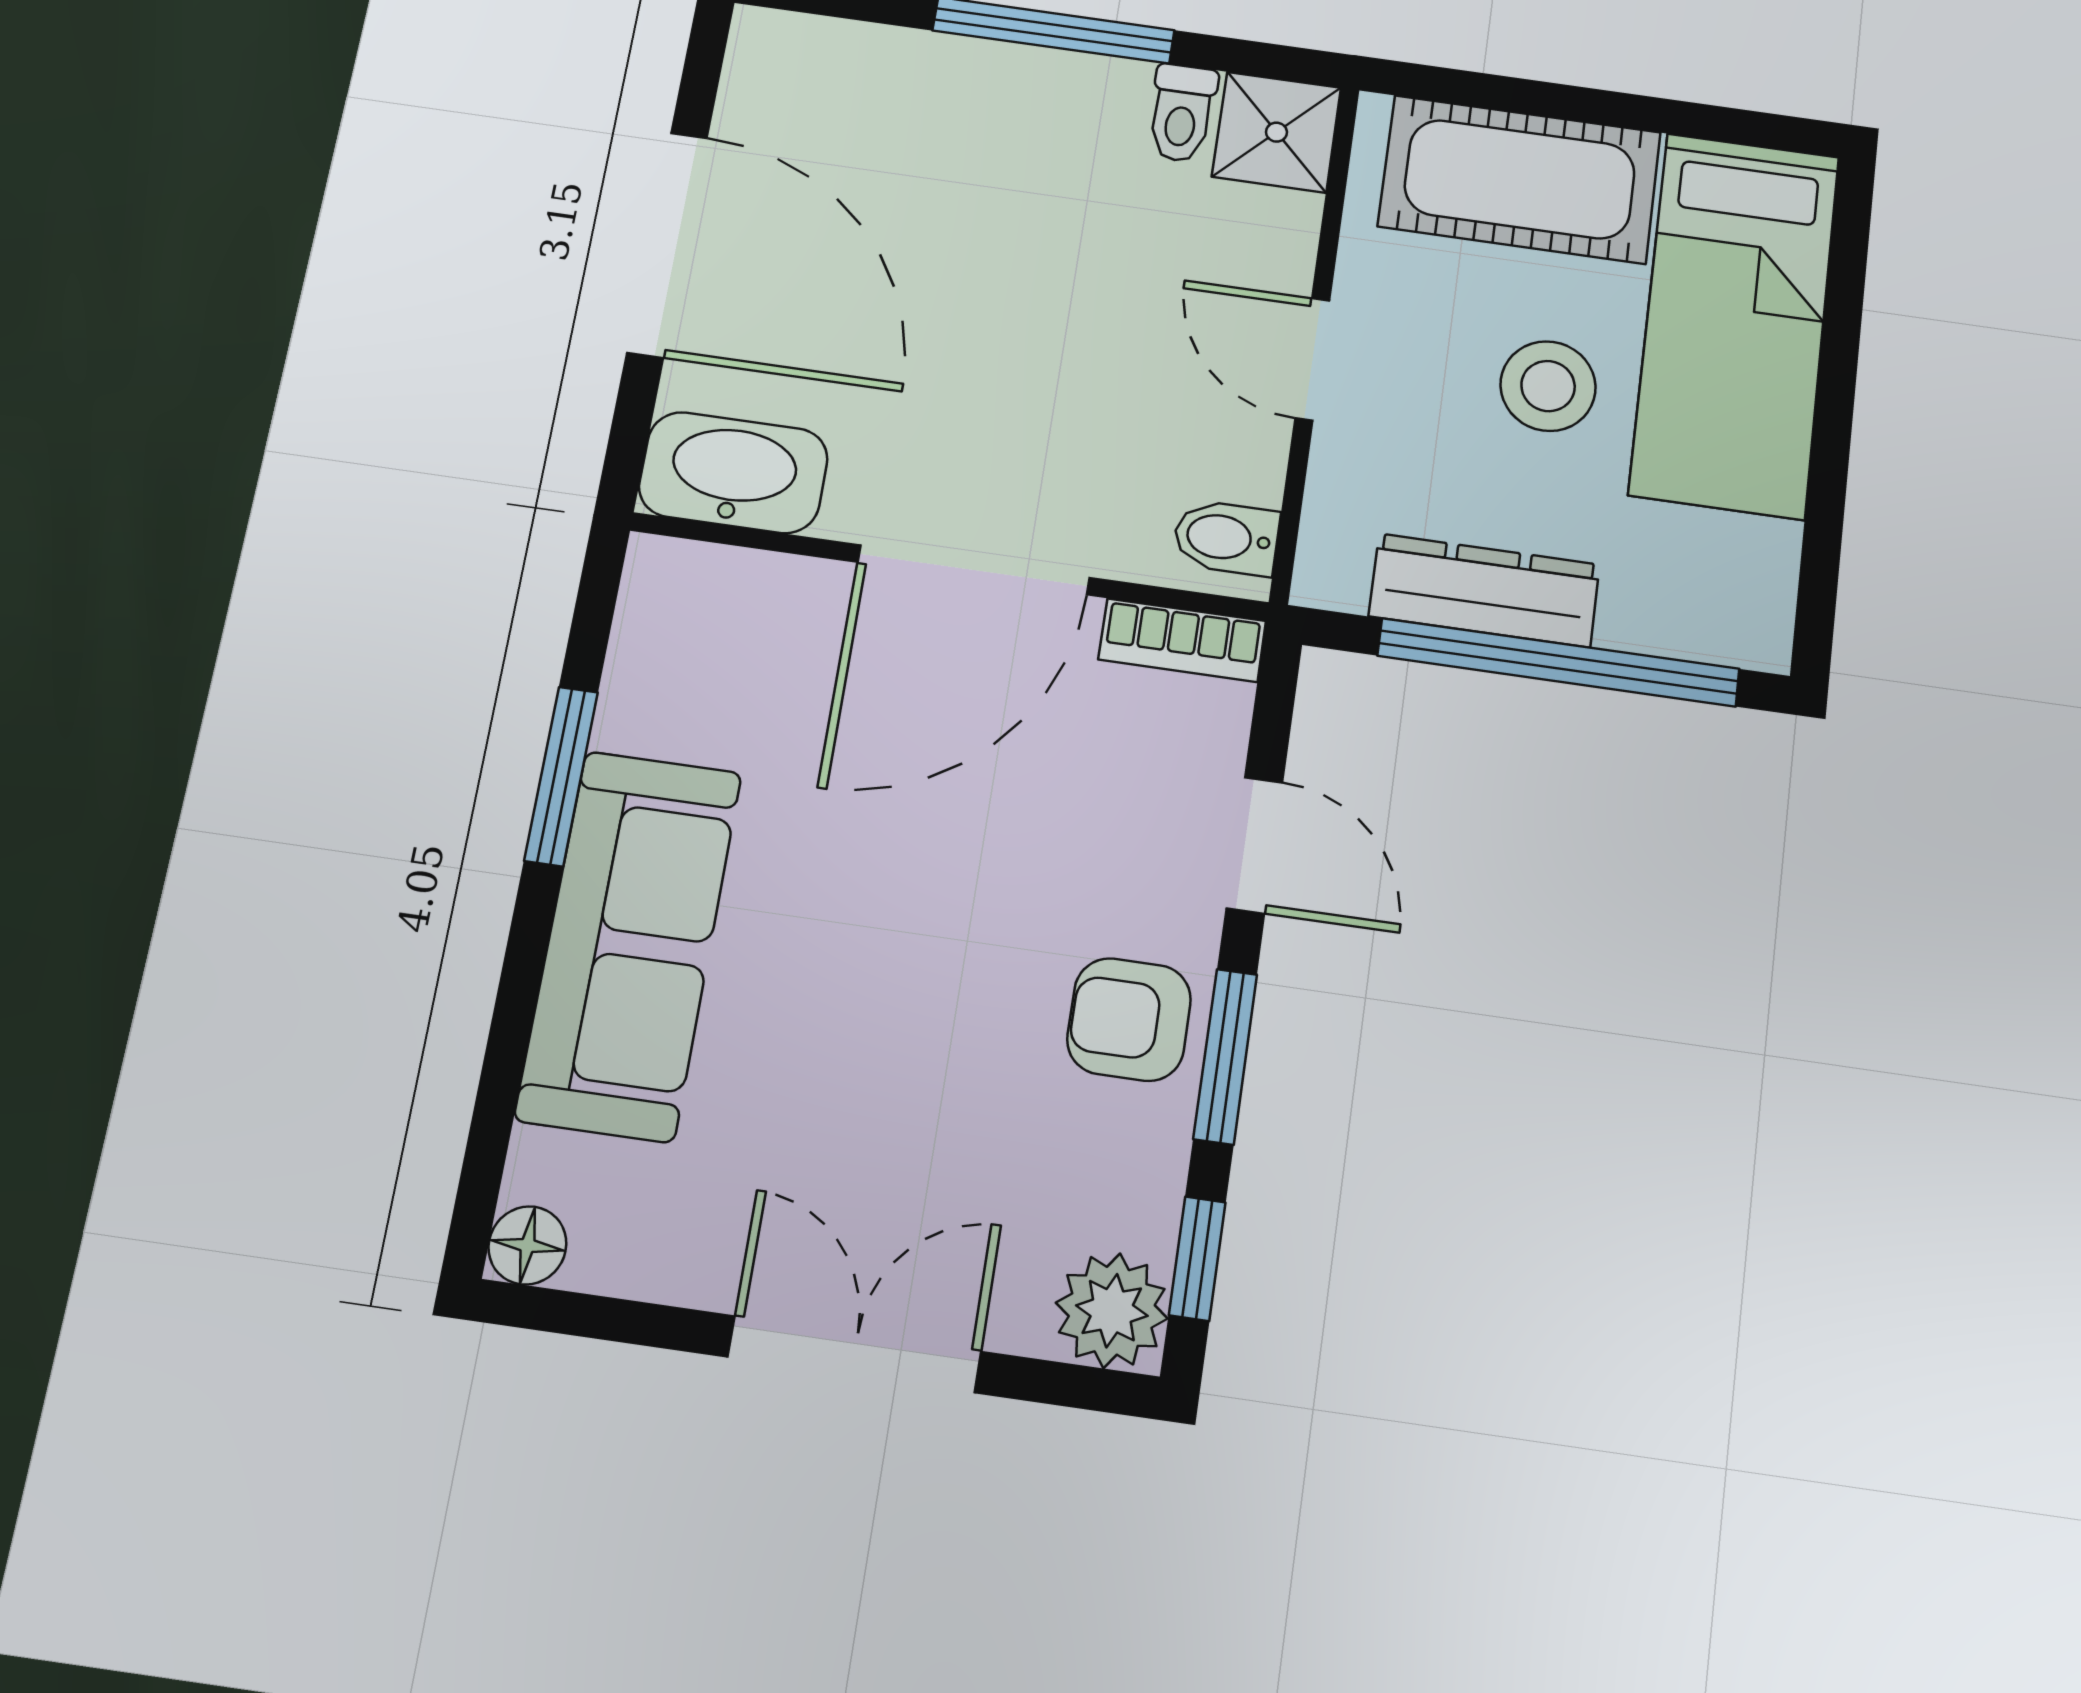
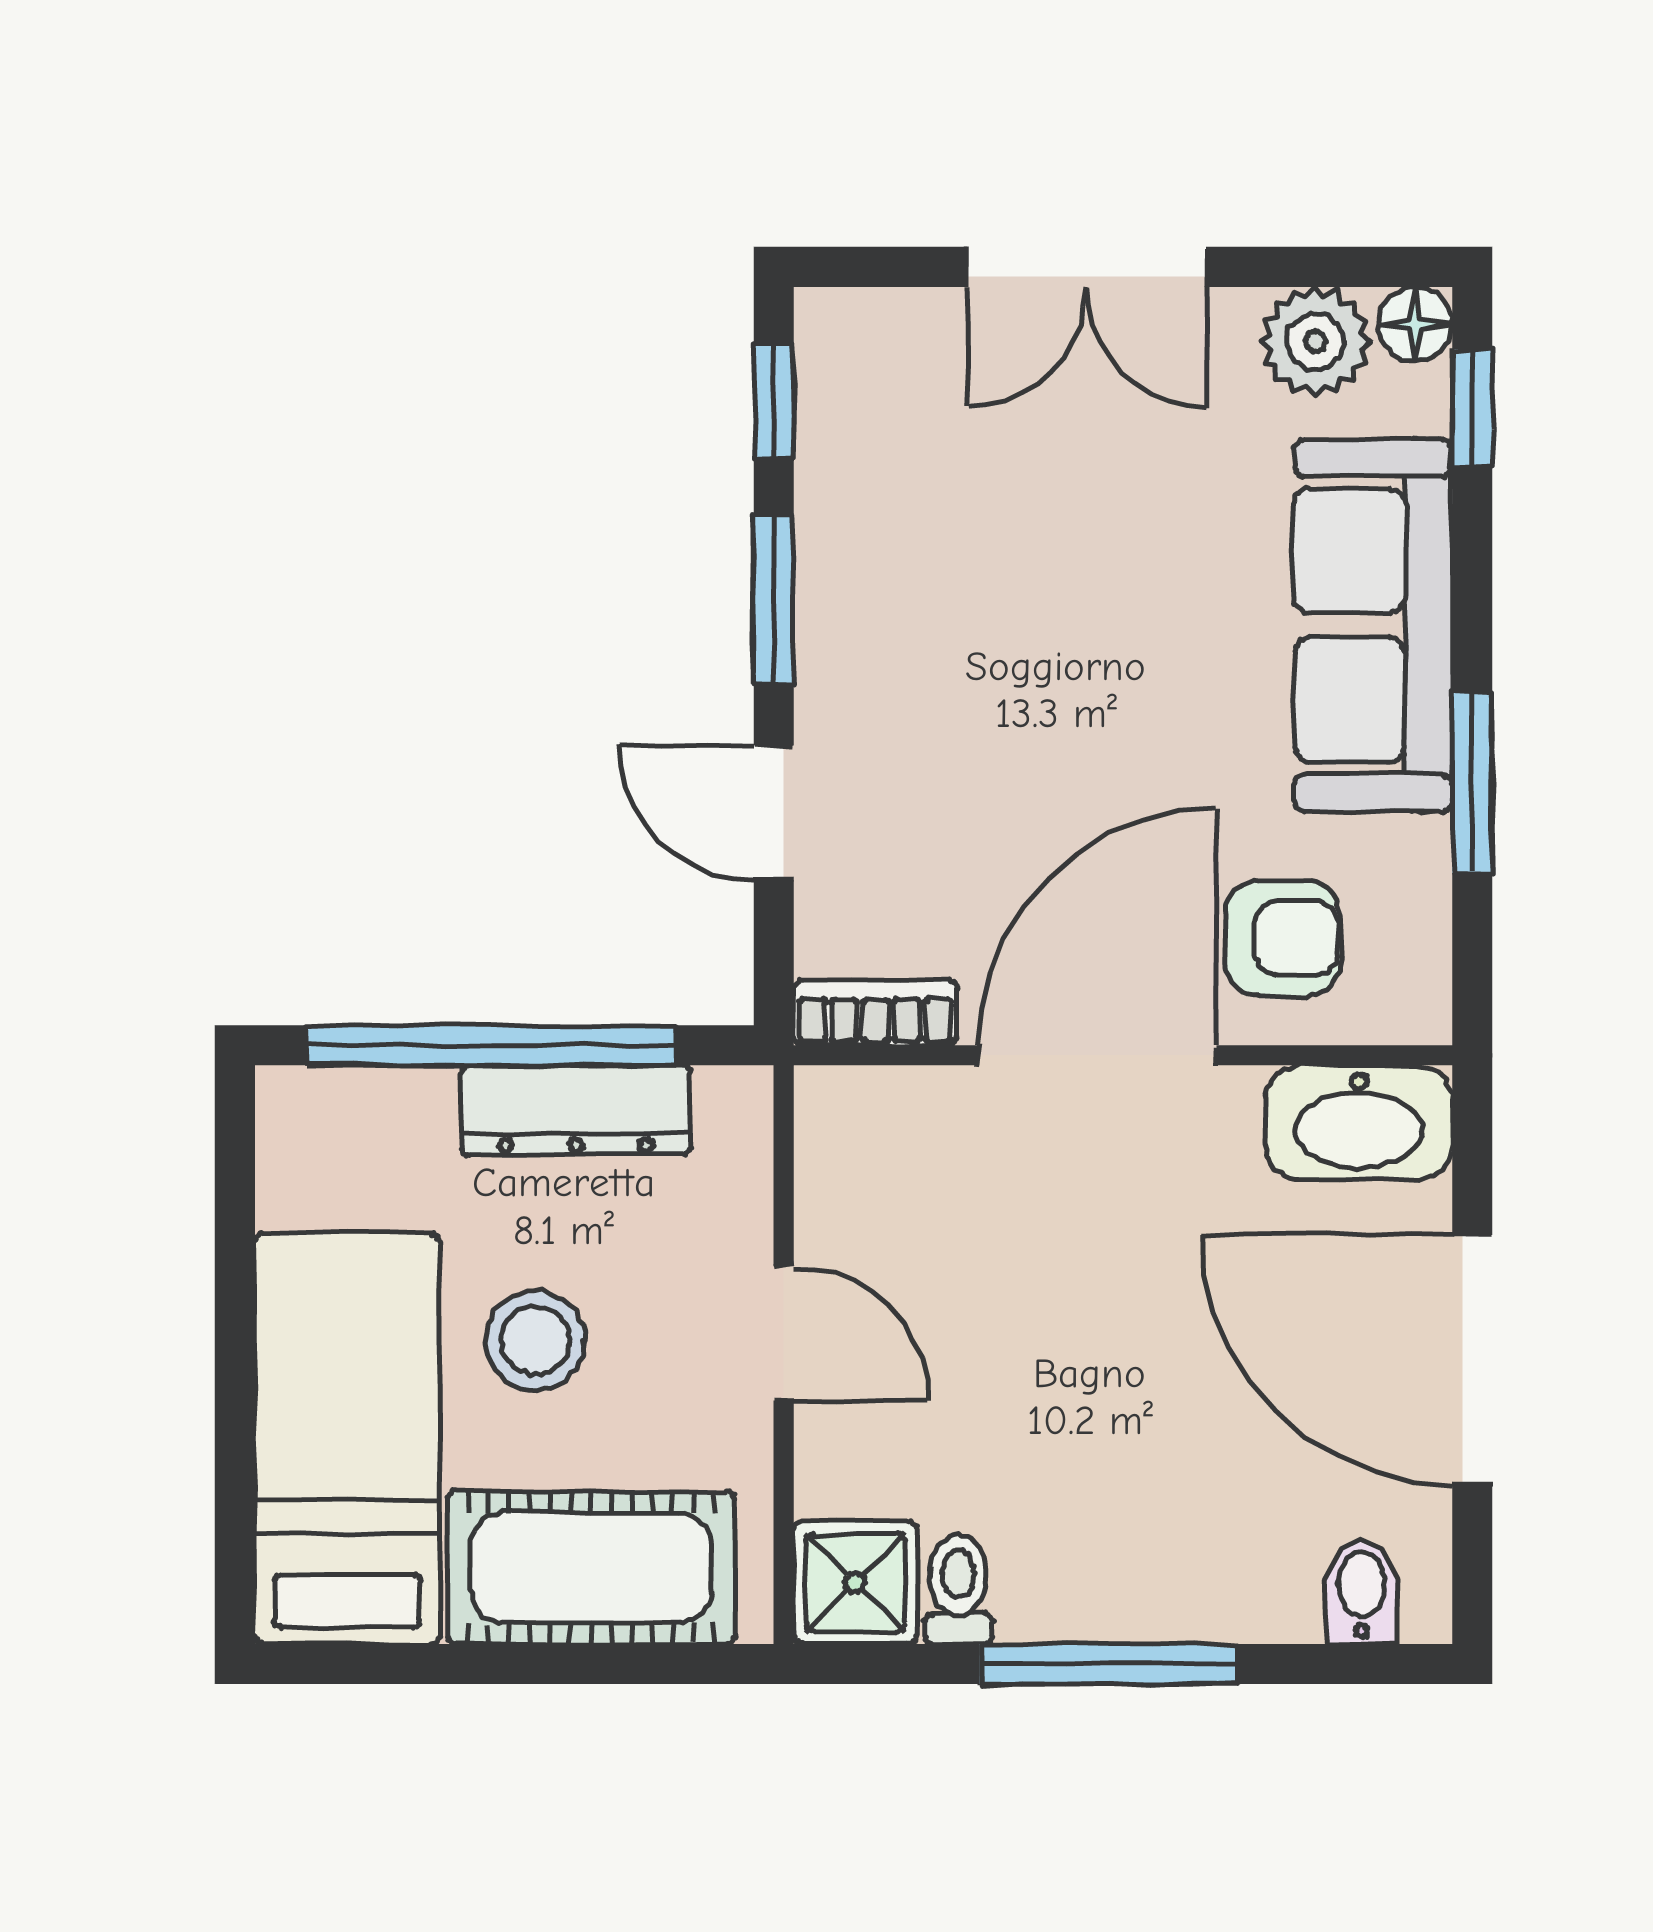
bidet: (1226, 538) -> (1362, 1591), moved, turned -90
armchair: (1129, 1019) -> (1283, 938), moved
window: (486, 1150) -> (1472, 408), added
plant: (1112, 1311) -> (1315, 342), moved

